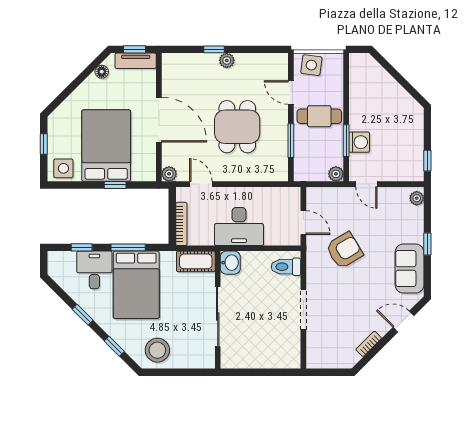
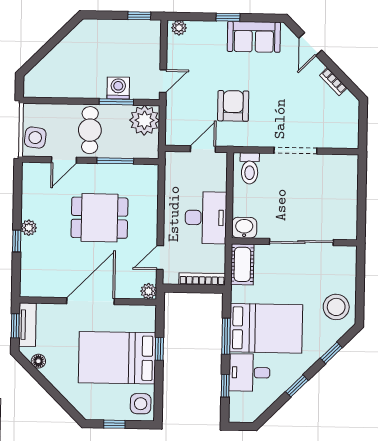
plant: (336, 174) -> (144, 120), width x1.87, depth x1.87
armchair: (344, 250) -> (233, 106), turned 31

